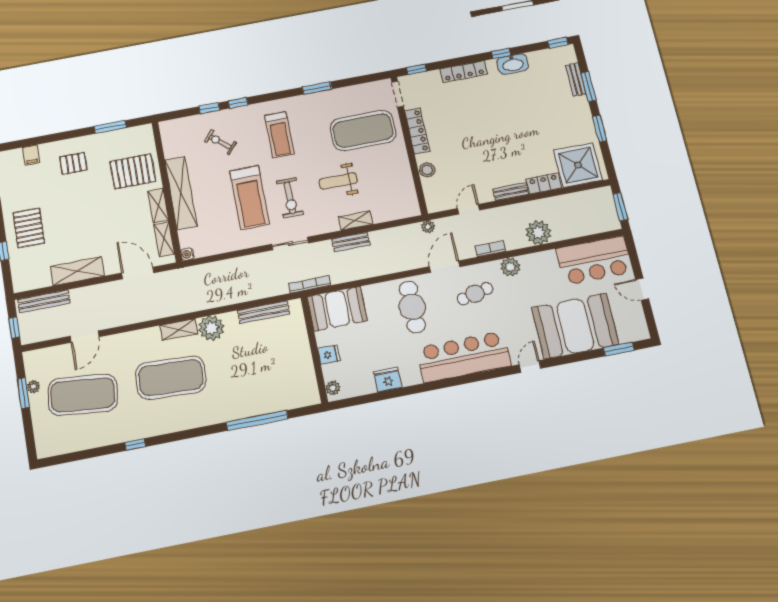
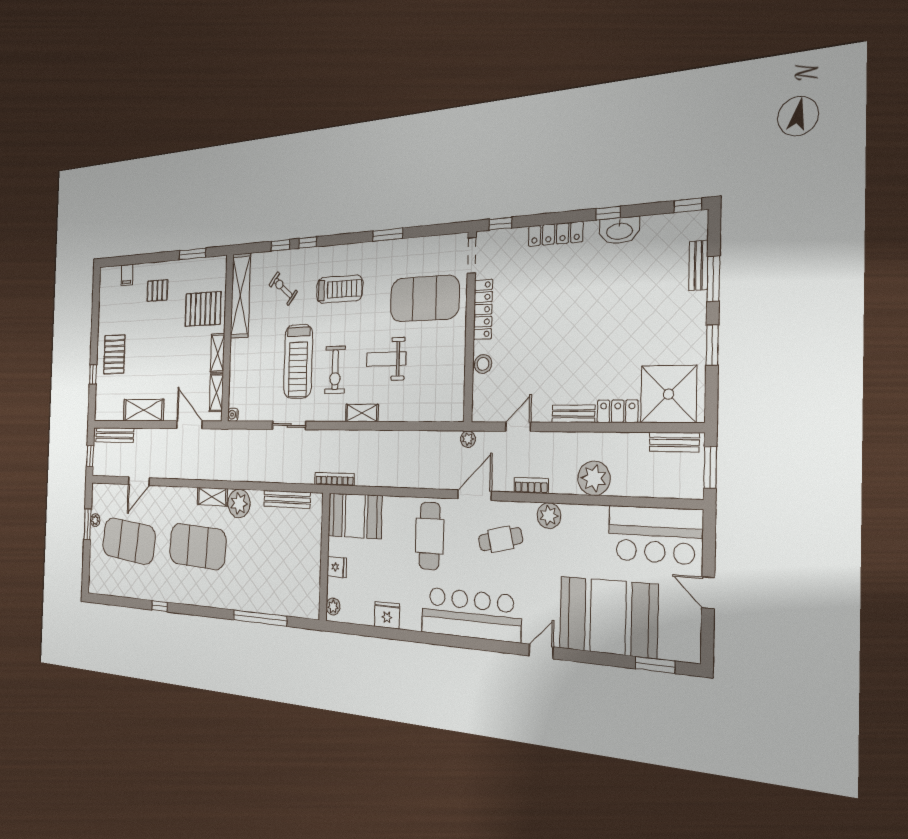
treadmill: (279, 135) -> (339, 289), turned -90
shelving: (181, 193) -> (240, 296), moved
shelving: (355, 221) -> (362, 413), moved
bench: (351, 242) -> (674, 442), moved
sliding door: (290, 244) -> (289, 425), moved

